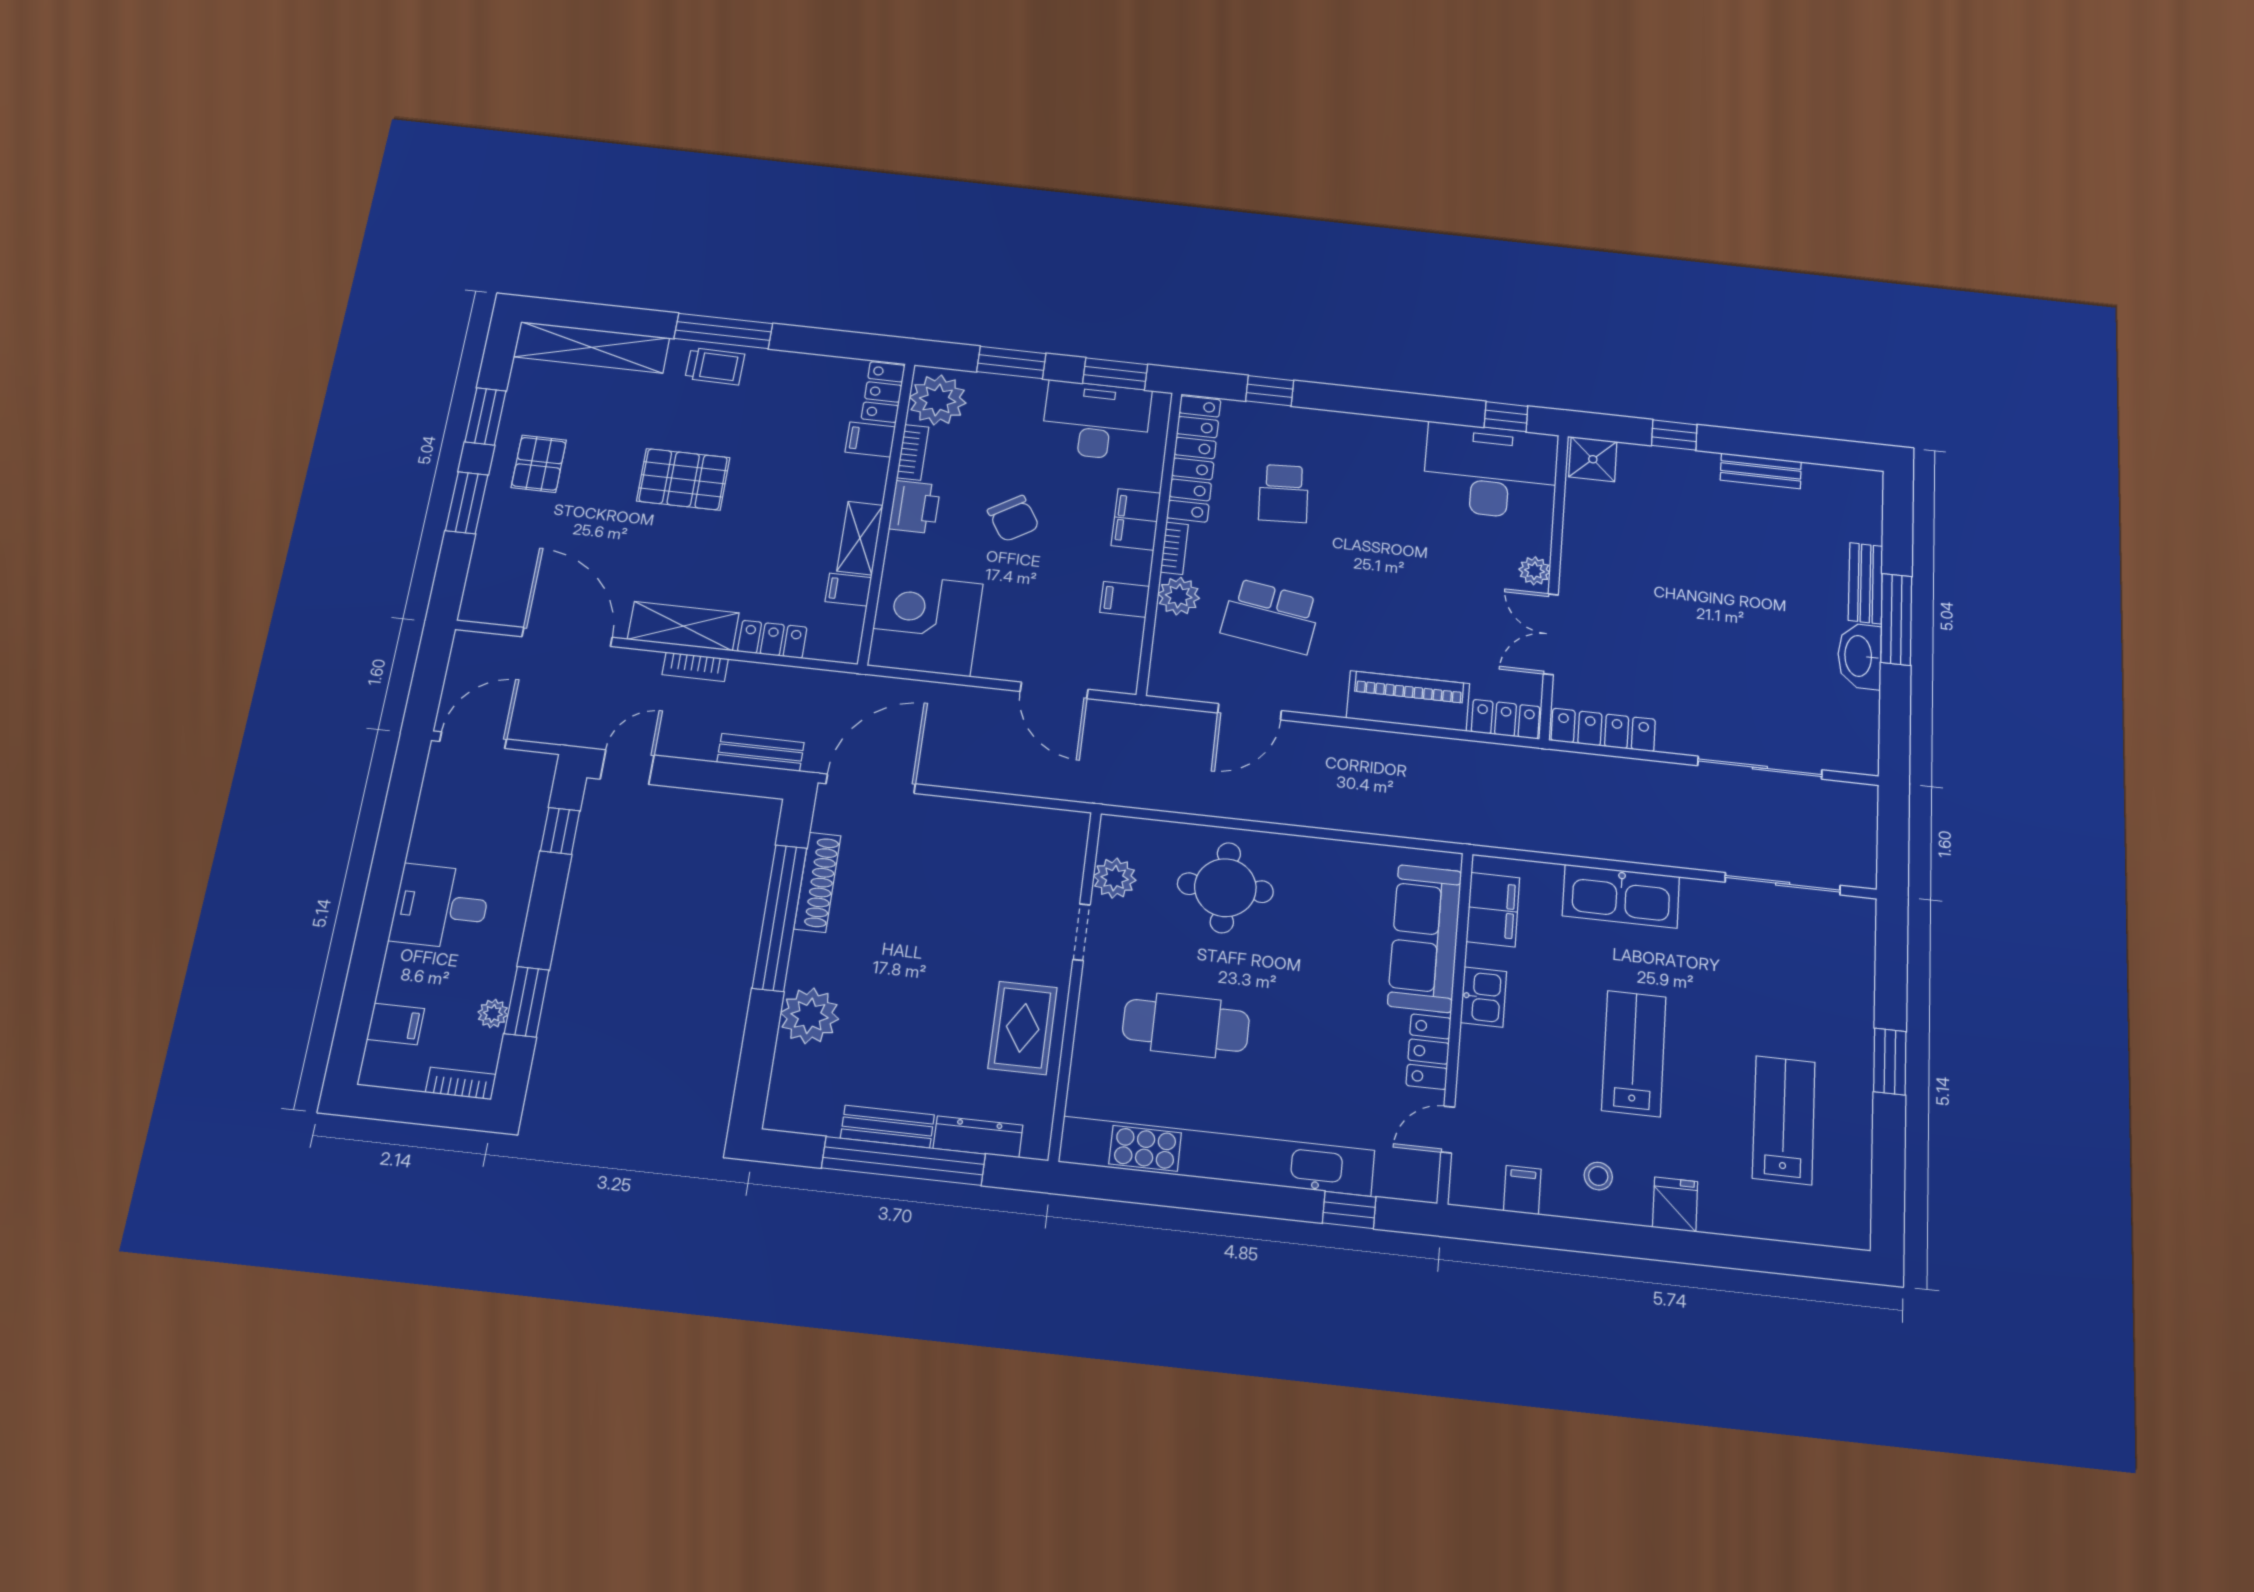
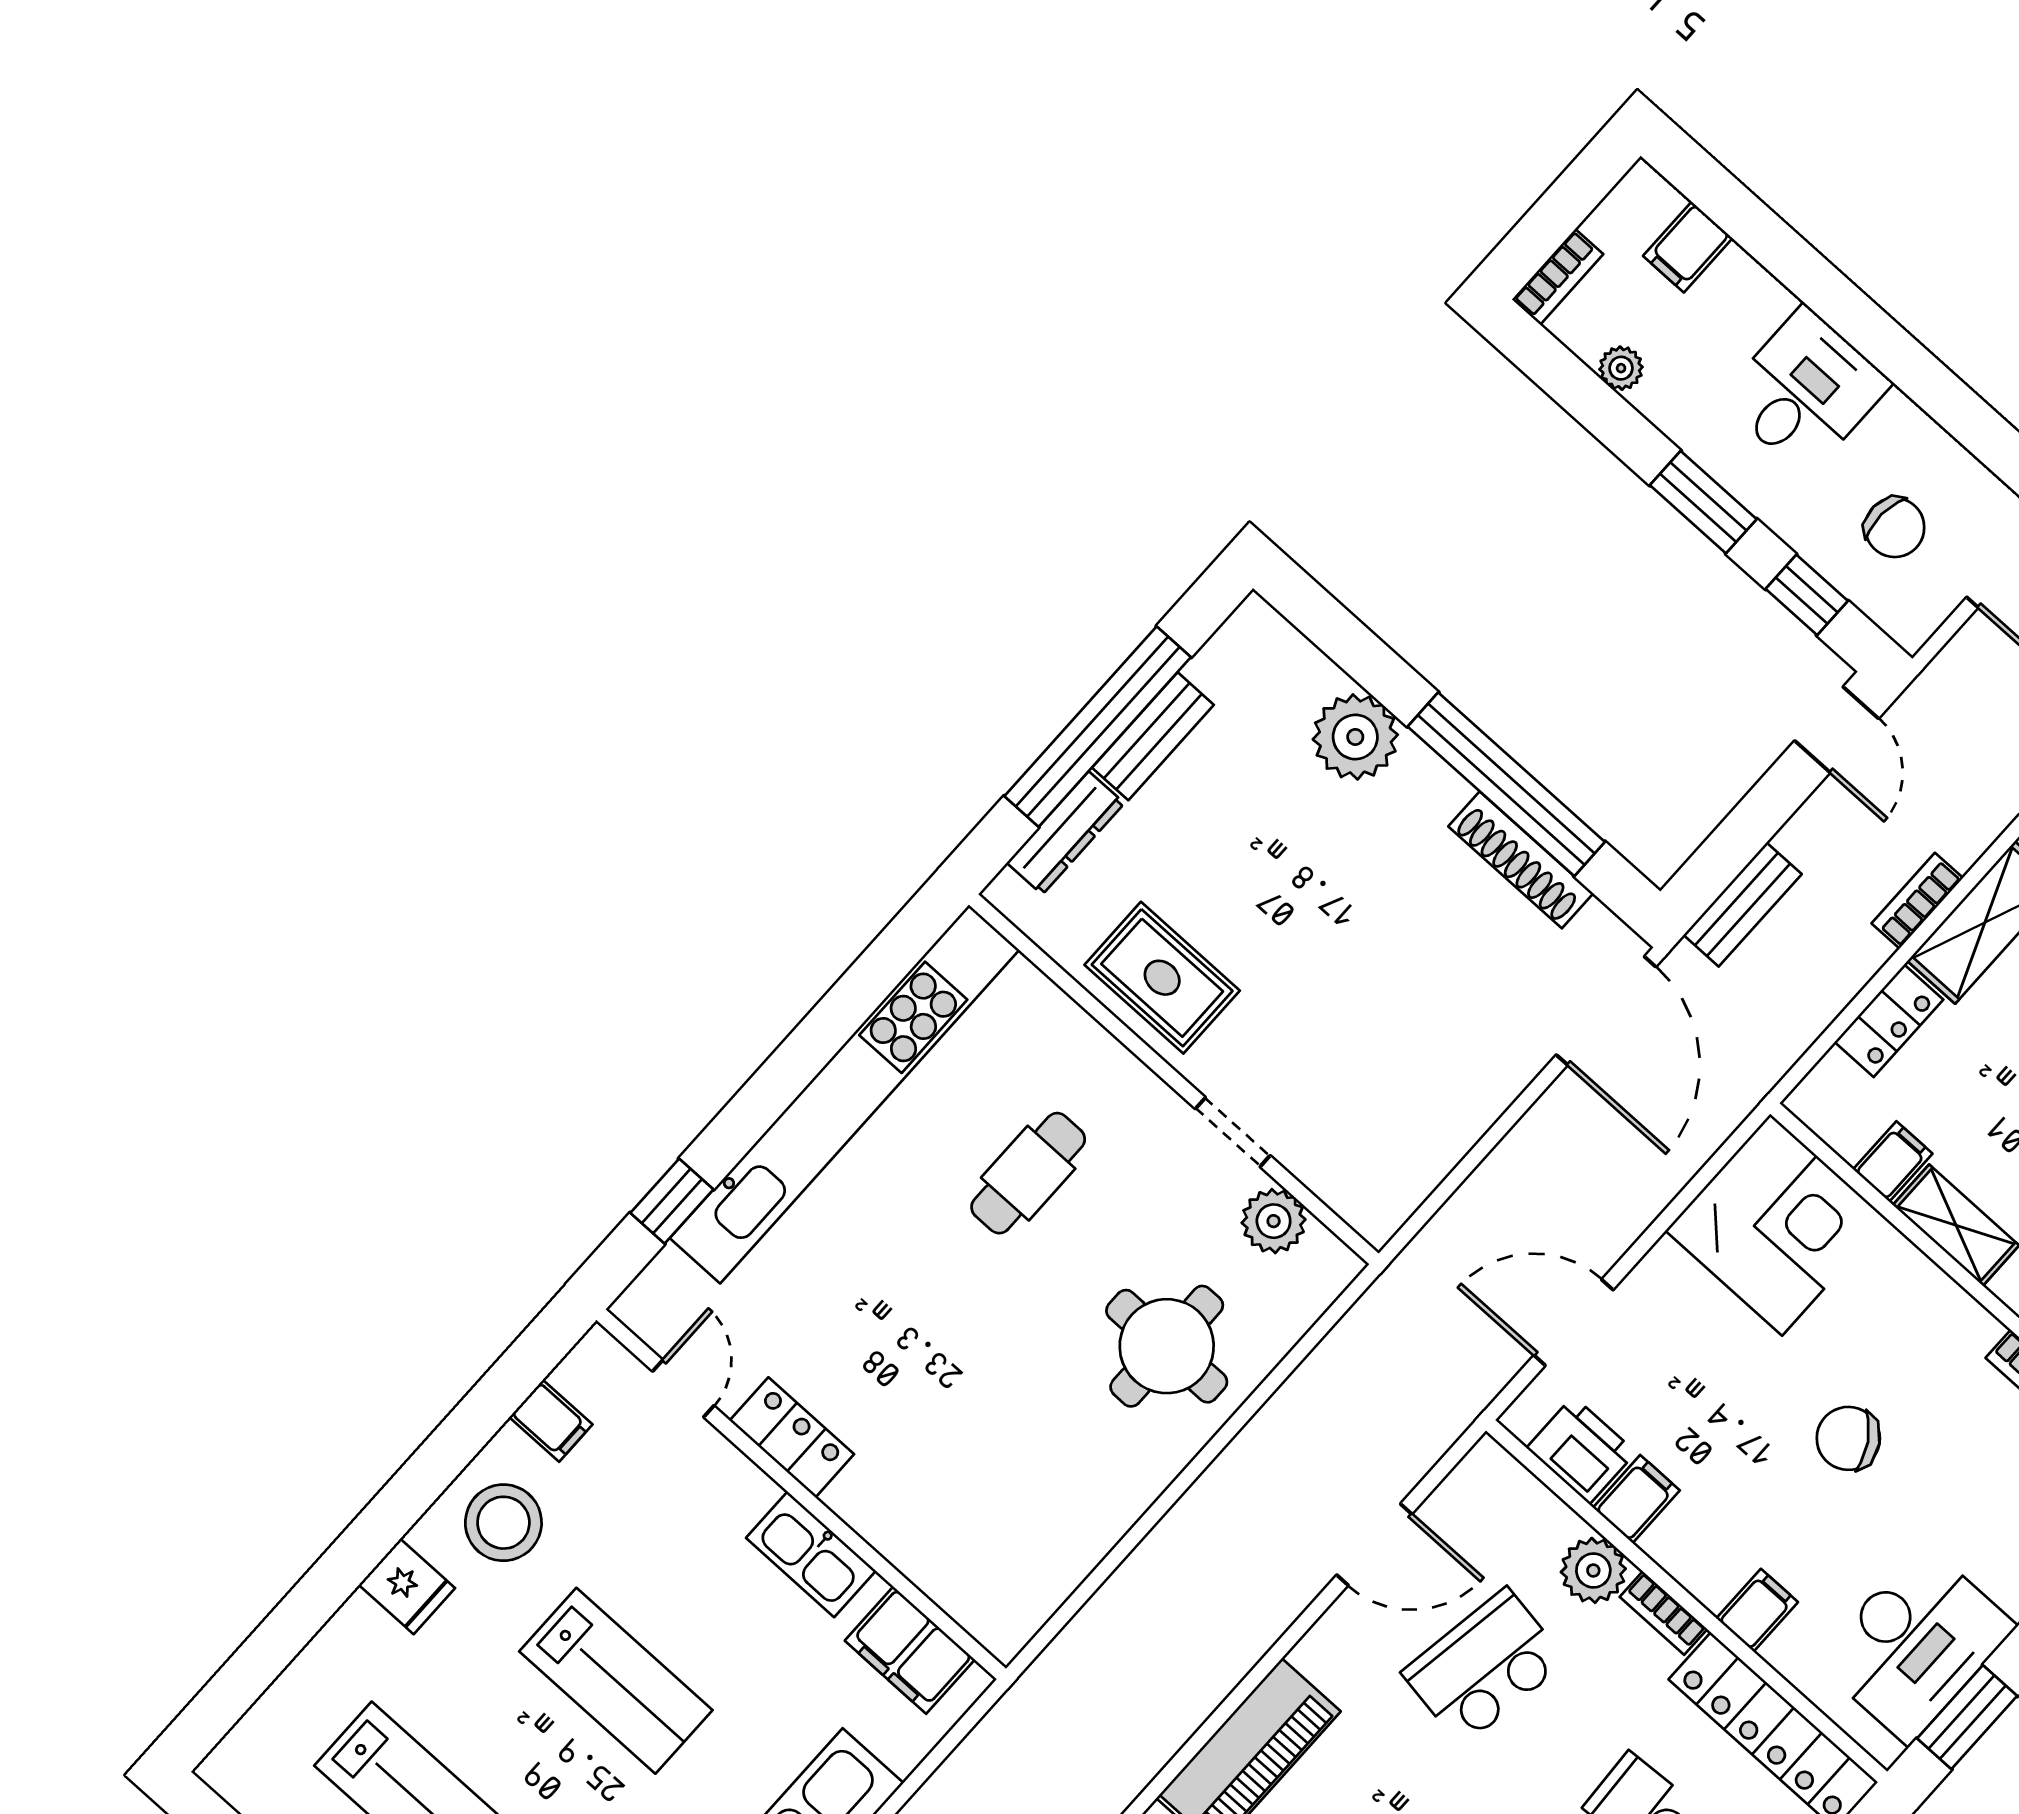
printer: (915, 507) -> (1581, 1450), moved, turned 180
filing cabinet: (1136, 519) -> (1757, 1610), width x0.50
door: (1250, 712) -> (1374, 1544), swing flipped
chair: (489, 810) -> (1895, 527), added
sofa: (1425, 938) -> (933, 1540), removed
kitchen sink: (1483, 997) -> (811, 1554), width x1.38
window: (527, 1002) -> (1703, 502), moved
cafe table: (1186, 1025) -> (1028, 1173), width x0.73, depth x0.74
stool: (1598, 1176) -> (503, 1523), width x1.89, depth x1.89

